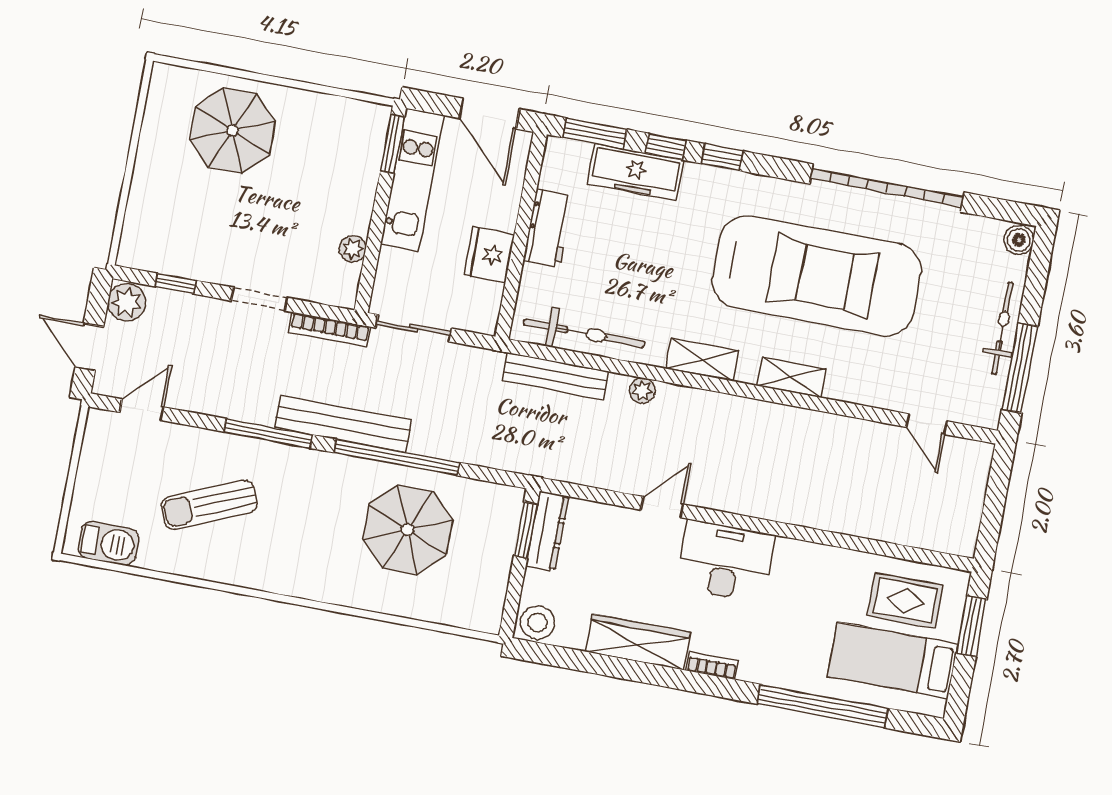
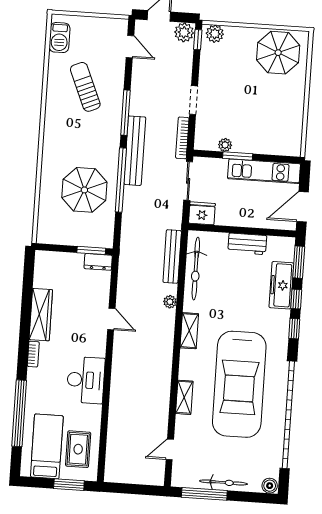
parasol: (232, 130) -> (278, 53), moved
window: (392, 144) -> (238, 156), moved
garage door: (887, 188) -> (288, 415), width x1.36
plant: (136, 243) -> (215, 34), added
fridge: (489, 254) -> (202, 213), moved
window: (176, 284) -> (198, 40), moved
shelving: (792, 377) -> (184, 397), moved
dresser: (547, 531) -> (98, 262), width x0.70
desk: (725, 561) -> (86, 380), moved
stool: (538, 622) -> (45, 262), removed

